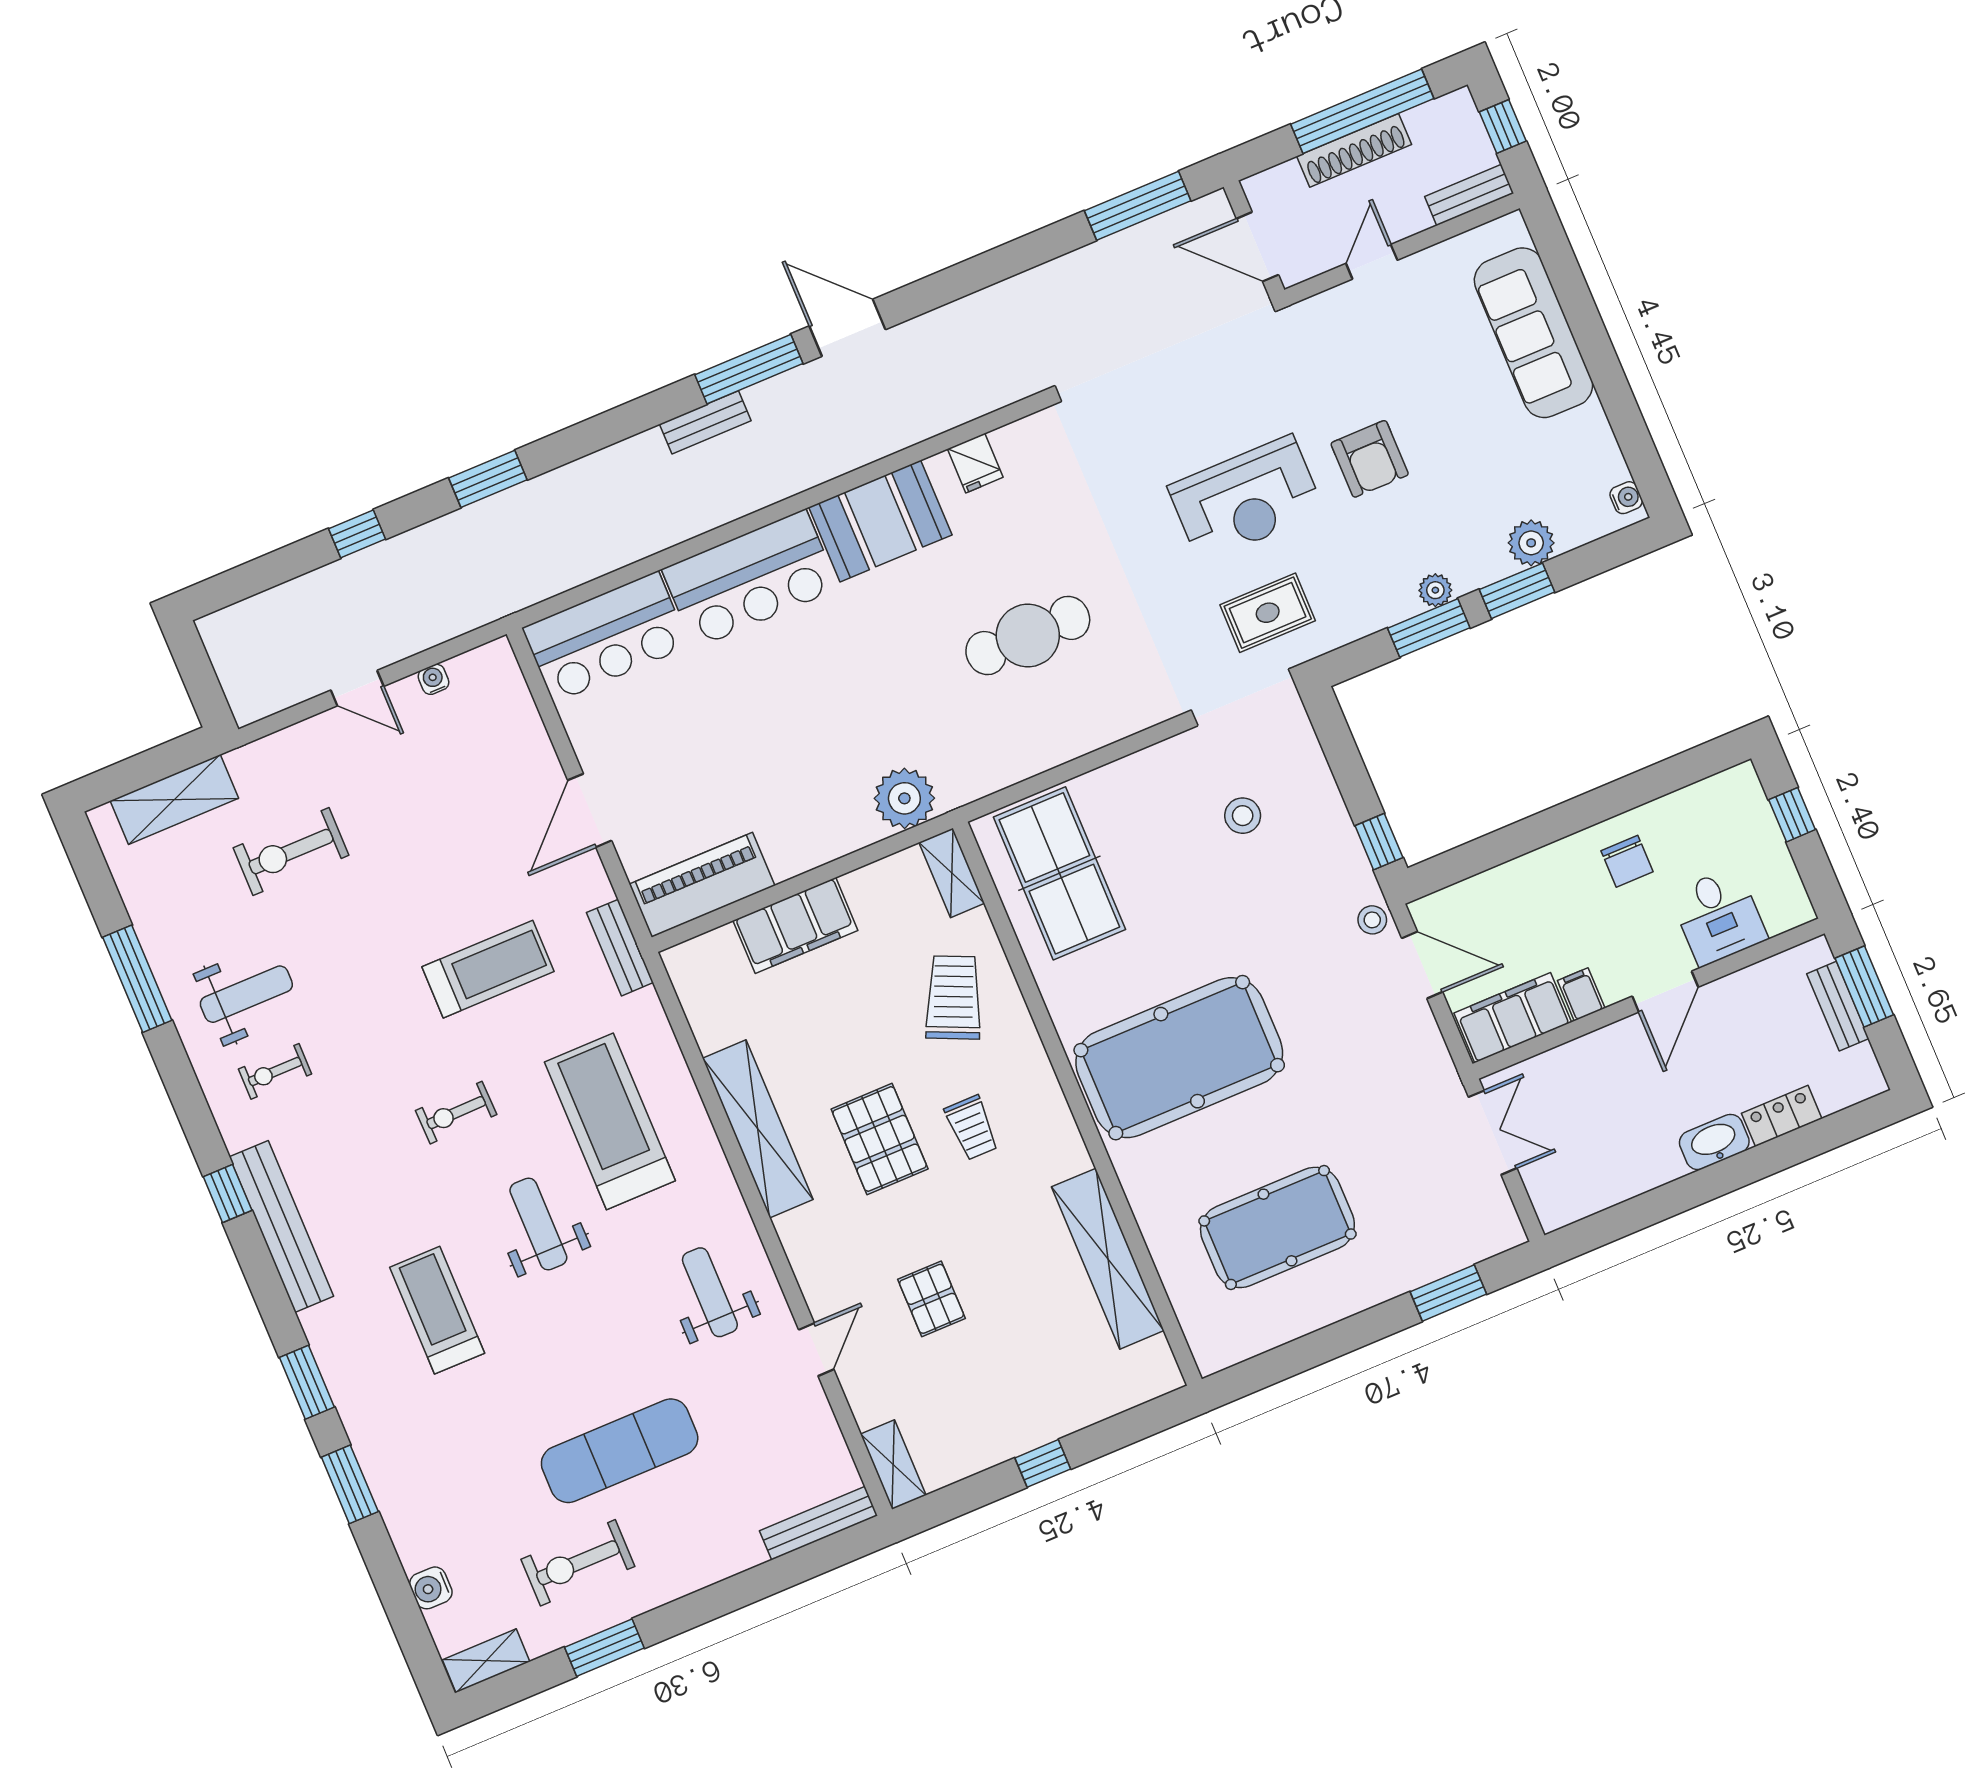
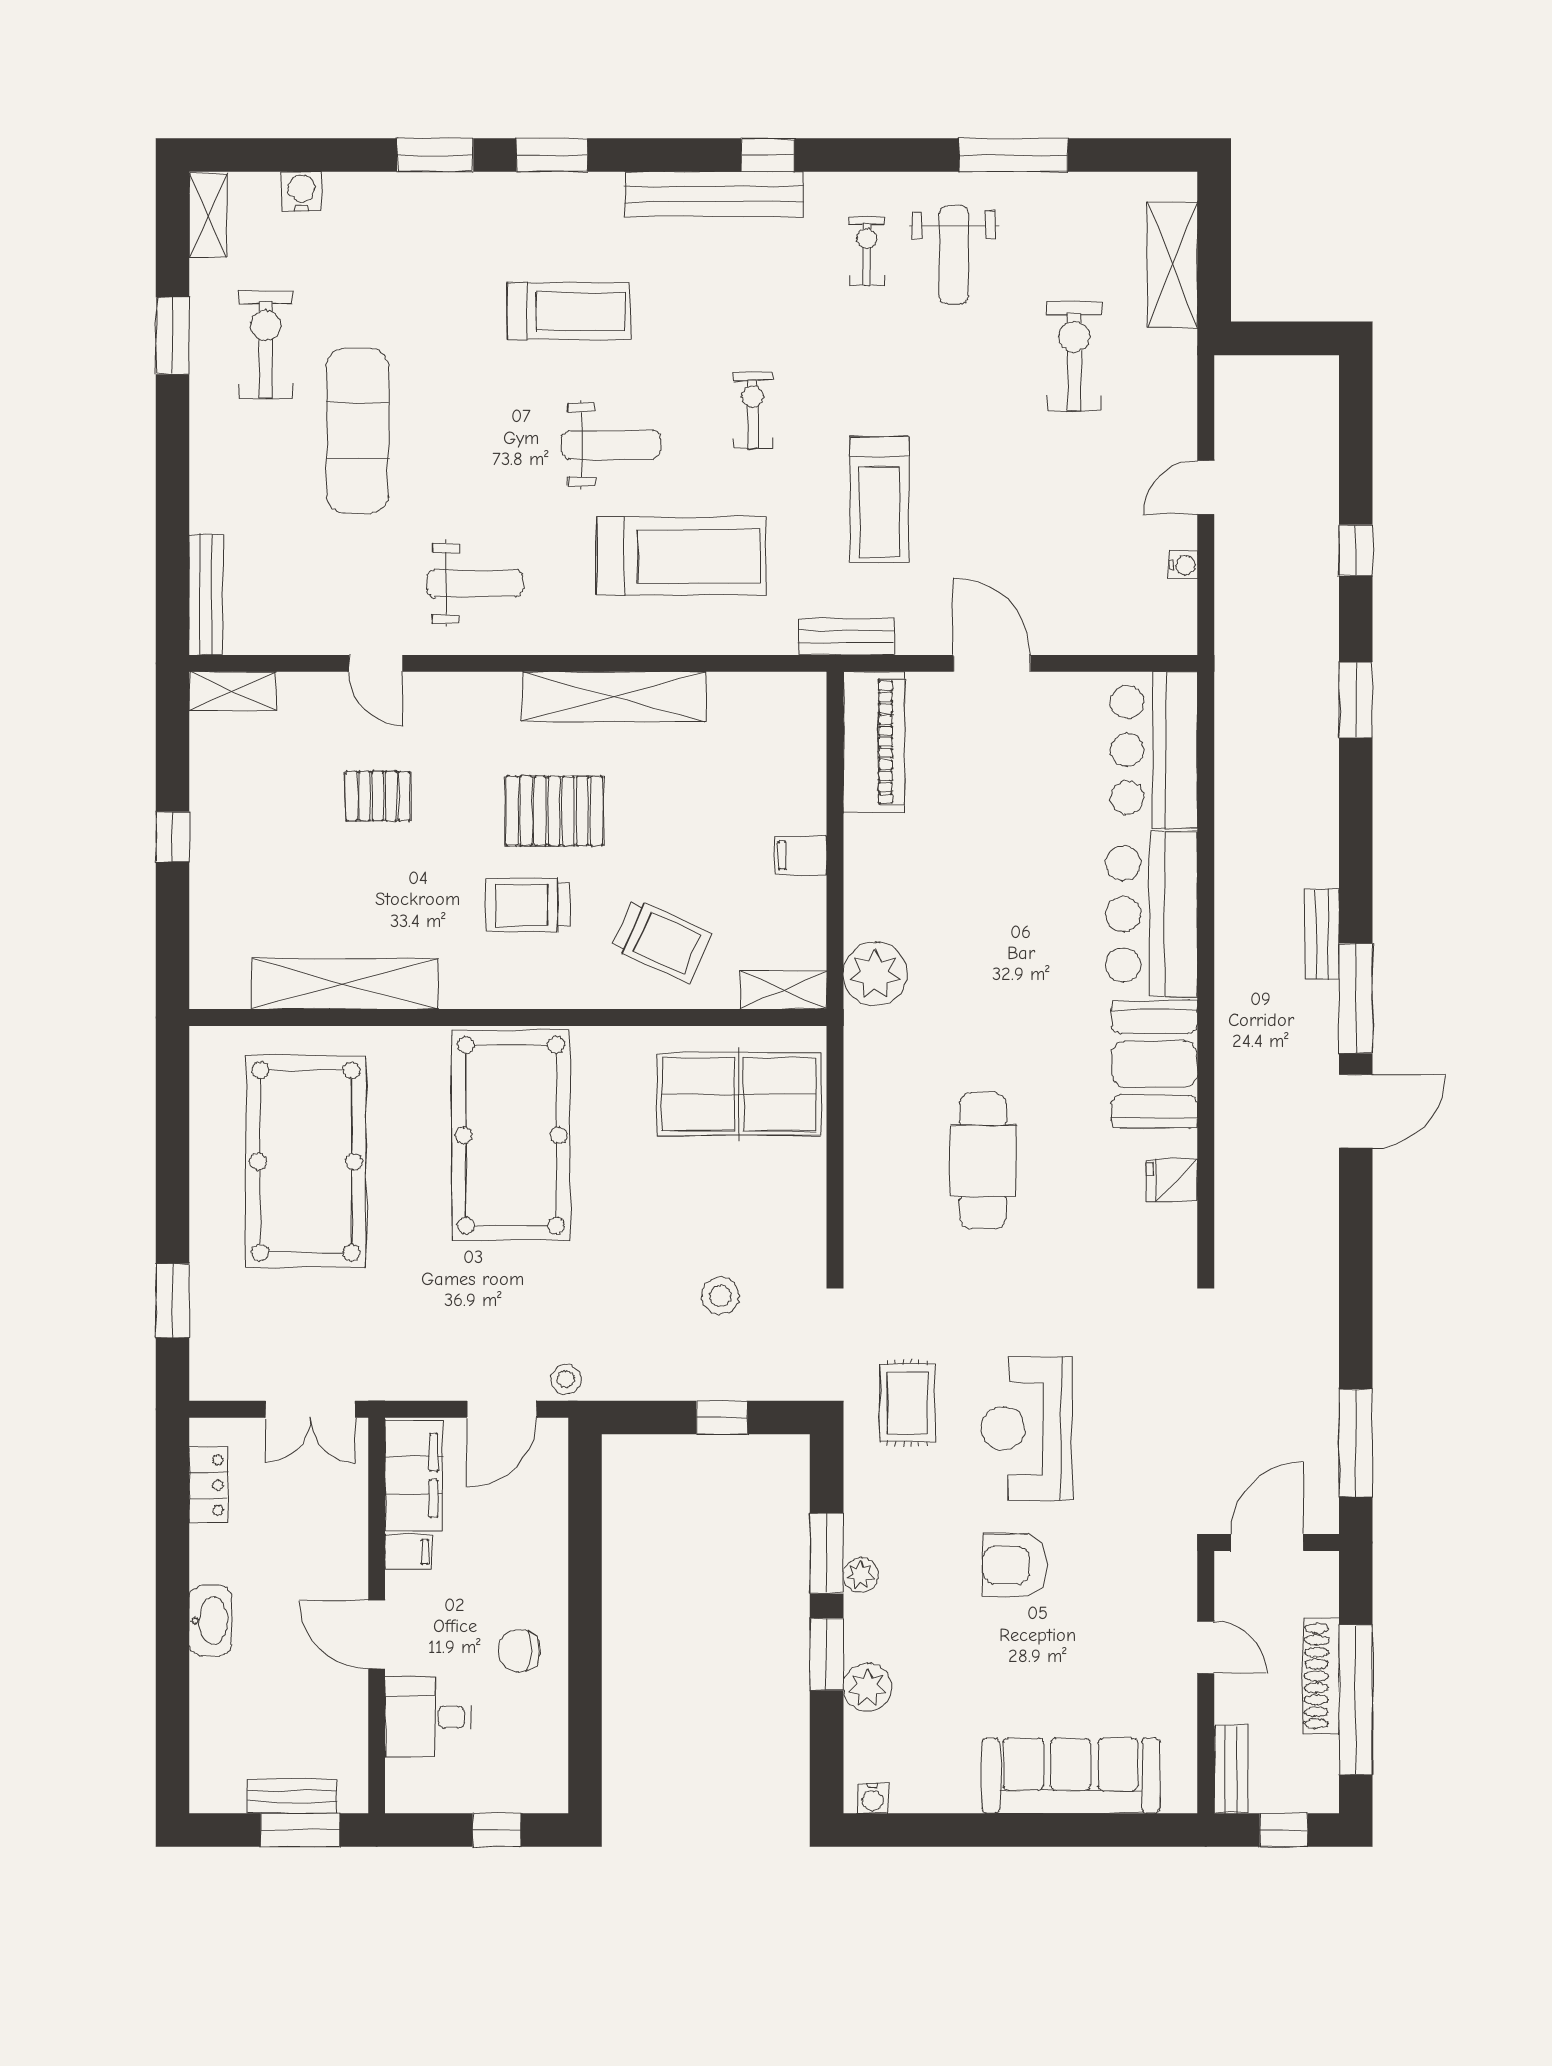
window: (1379, 842) -> (722, 1418), moved
filing cabinet: (795, 925) -> (801, 855), width x0.33, depth x0.86
locker: (1782, 1116) -> (208, 1485), moved
trolley: (972, 1128) -> (528, 905), width x1.36, depth x1.39
pool table: (1277, 1227) -> (306, 1161), width x1.36, depth x1.32

